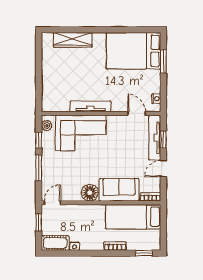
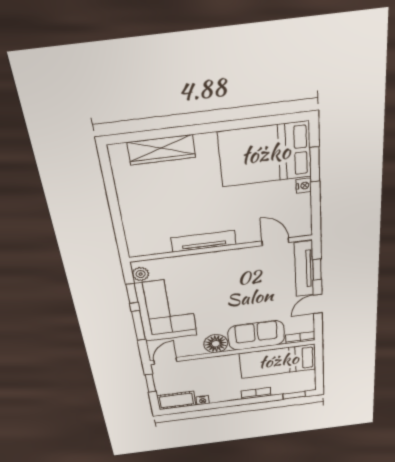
nightstand: (156, 99) -> (304, 186), moved
corner sofa: (81, 133) -> (166, 310), moved, turned -90

